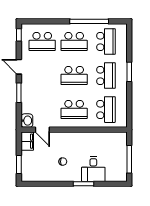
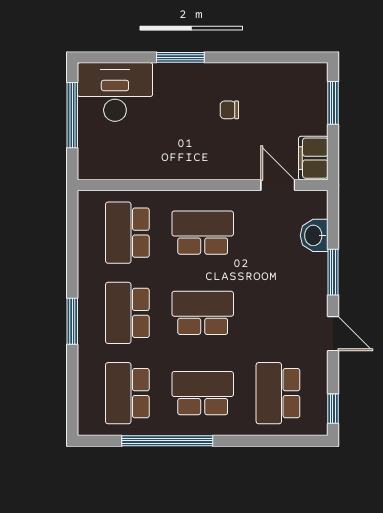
school desk: (42, 42) -> (278, 393), turned -90
washbasin: (27, 121) -> (314, 235), moved
desk: (93, 169) -> (115, 92), moved, width x1.37

